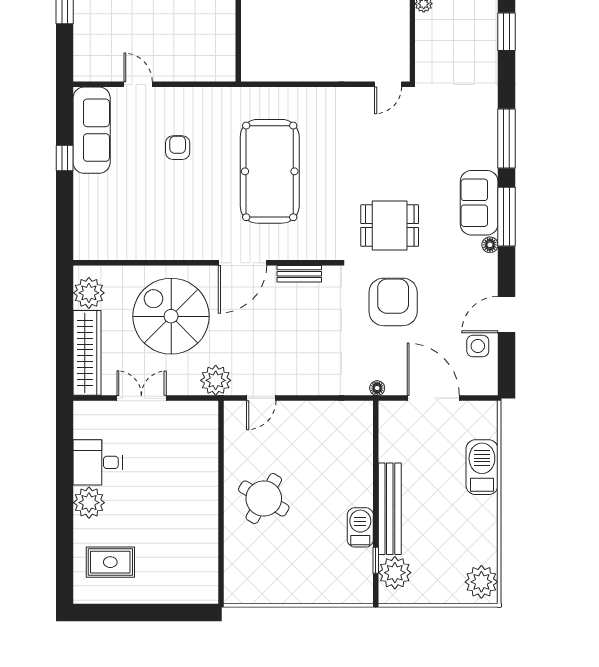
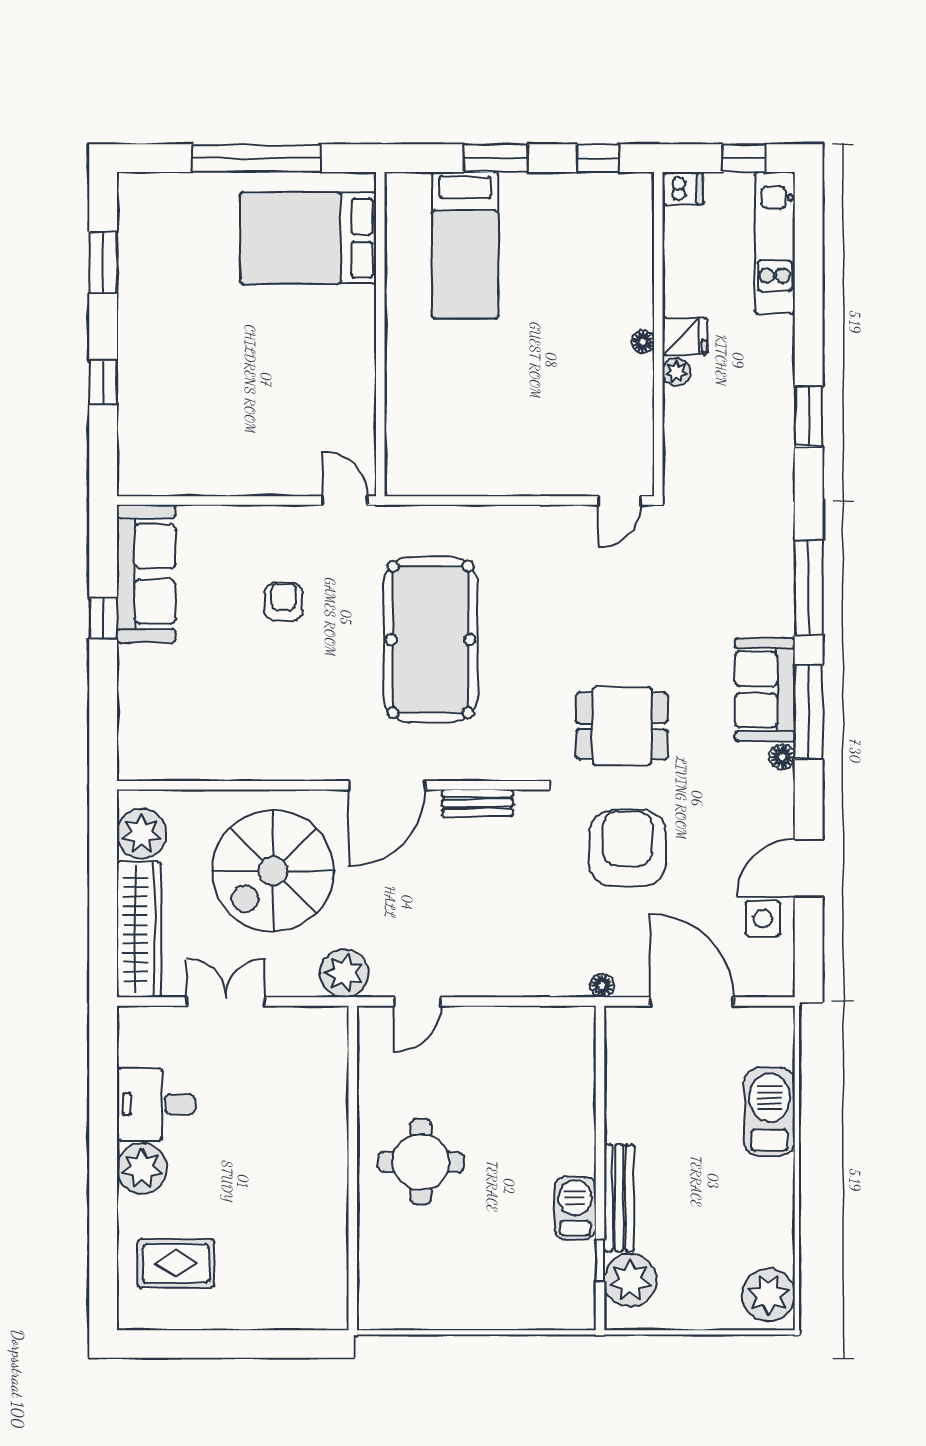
door: (138, 84) -> (345, 501), moved
spiral stairs: (171, 316) -> (273, 871), turned -90
round table: (264, 498) -> (421, 1162), turned -30
bench: (390, 509) -> (619, 1198), width x0.73, depth x0.82

